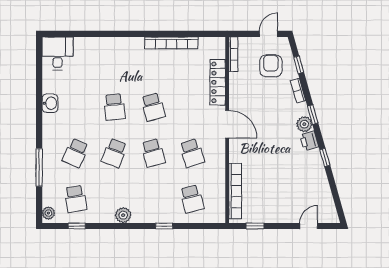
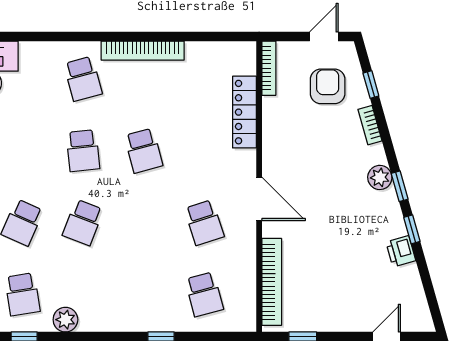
bookcase: (171, 43) -> (143, 51), moved
window: (313, 115) -> (400, 186), moved
door: (227, 124) -> (259, 199), moved
printer: (309, 141) -> (401, 251), moved
school desk: (153, 153) -> (83, 79), moved
plant: (123, 215) -> (65, 320), moved

